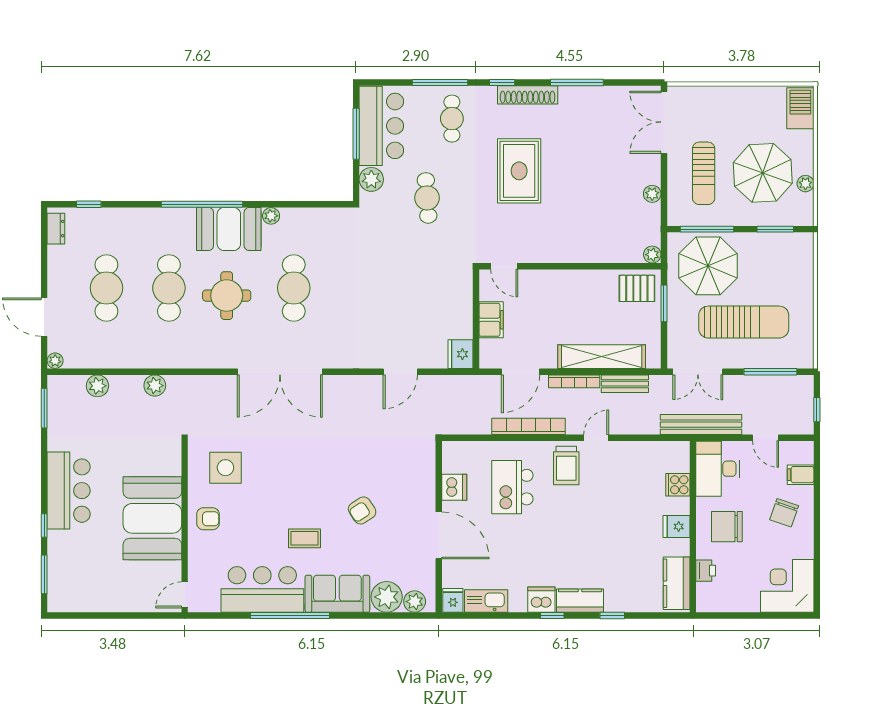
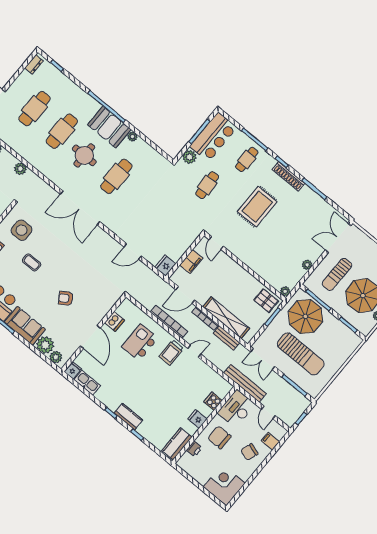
coffee table: (305, 538) -> (32, 262), moved
dishwasher: (541, 600) -> (112, 402), removed

